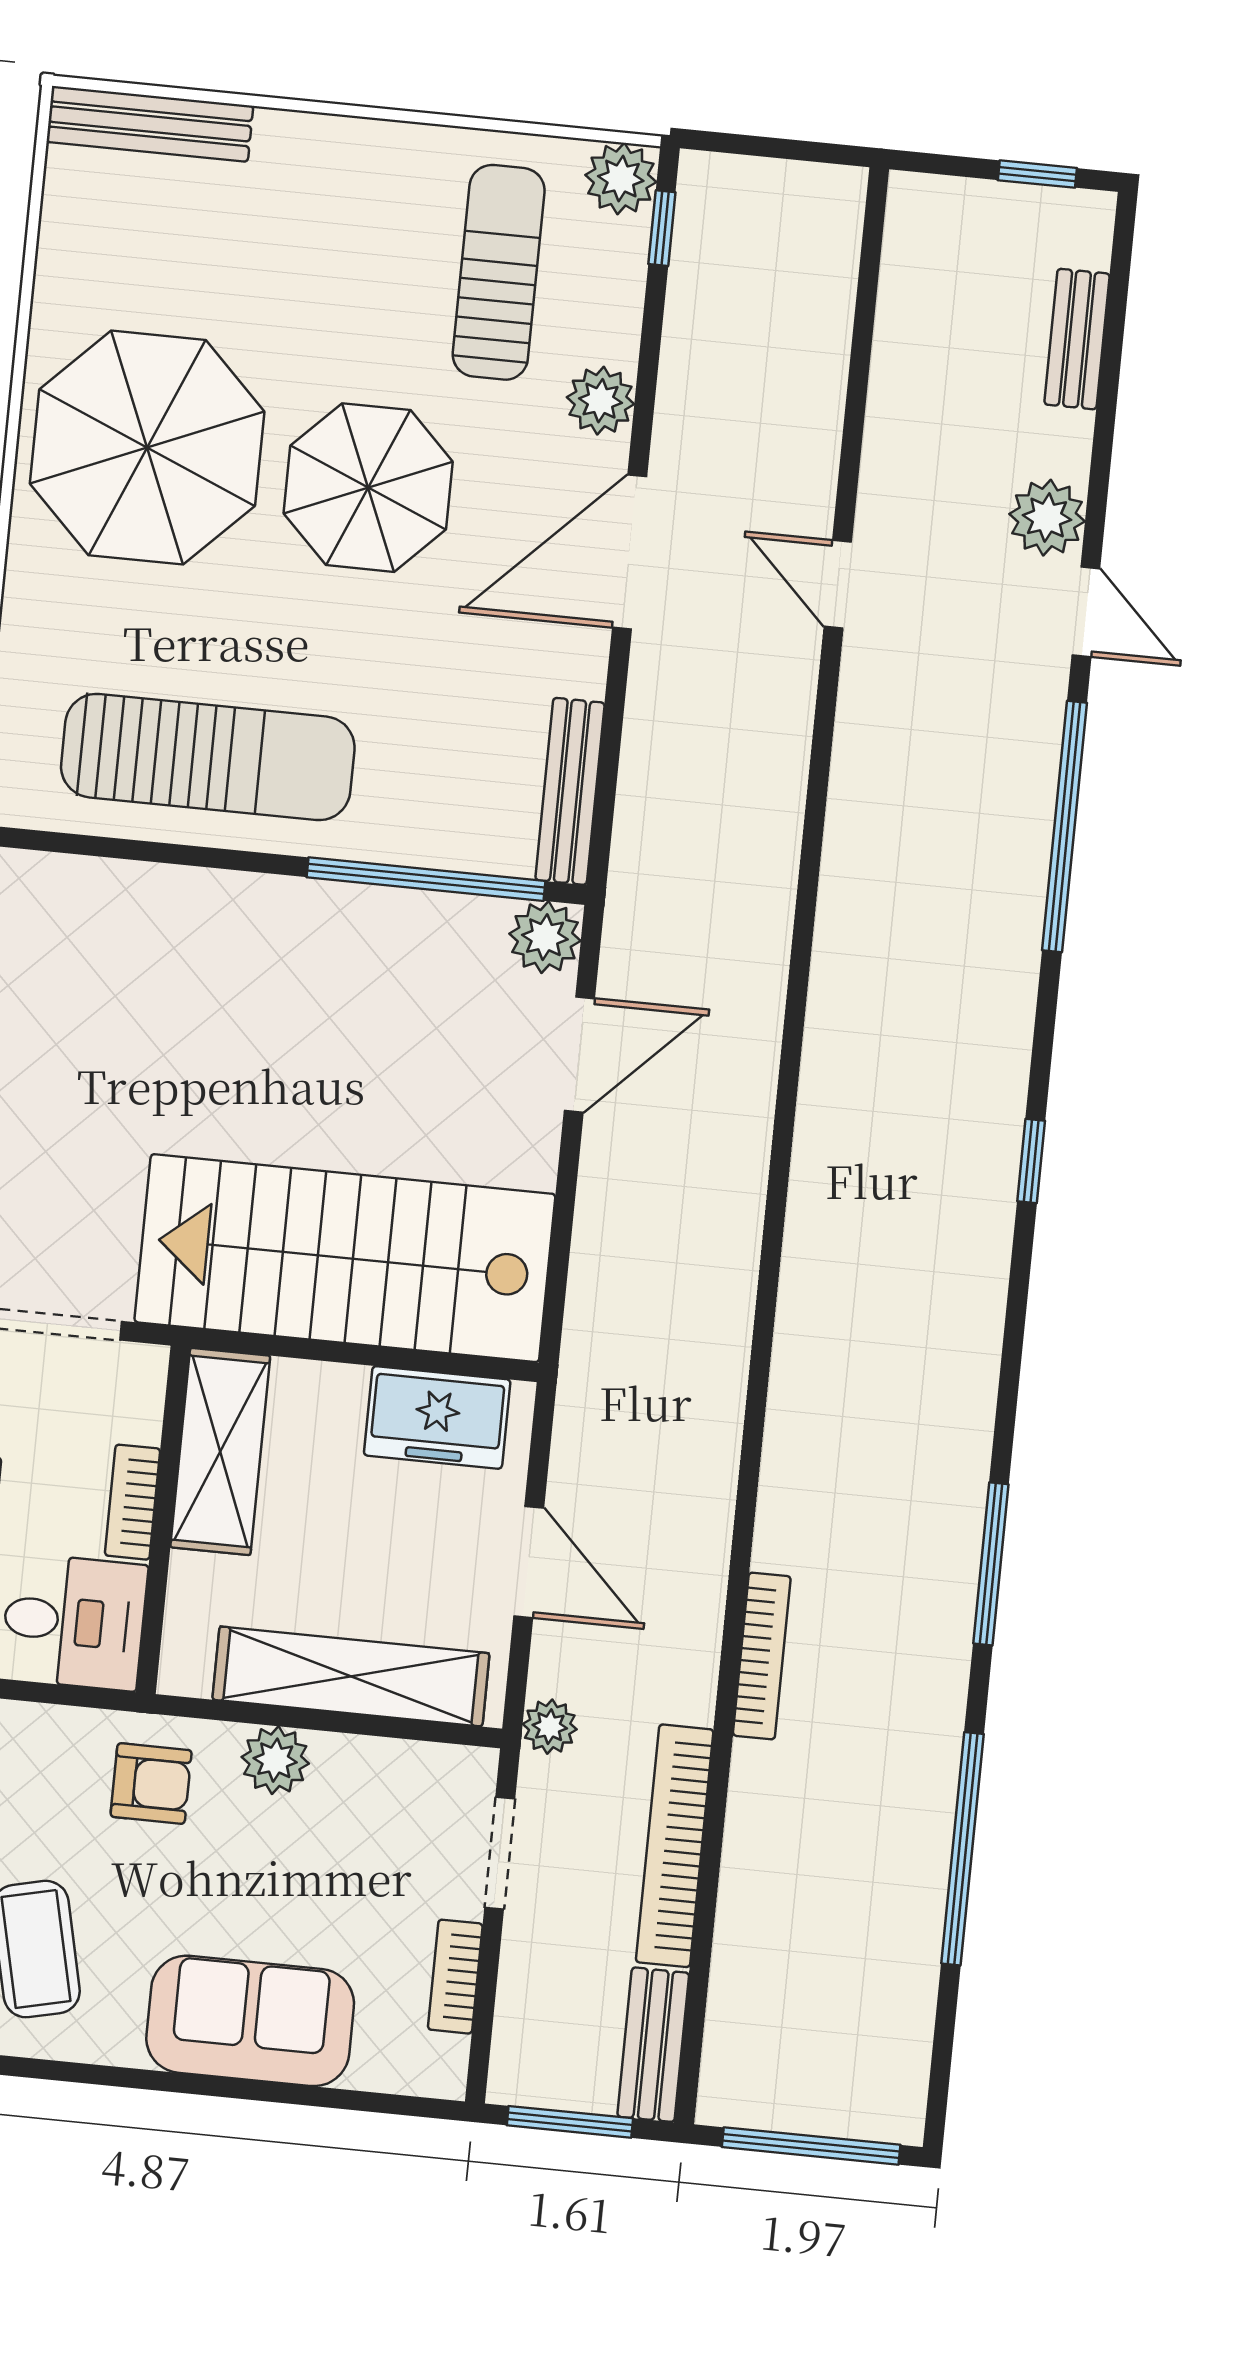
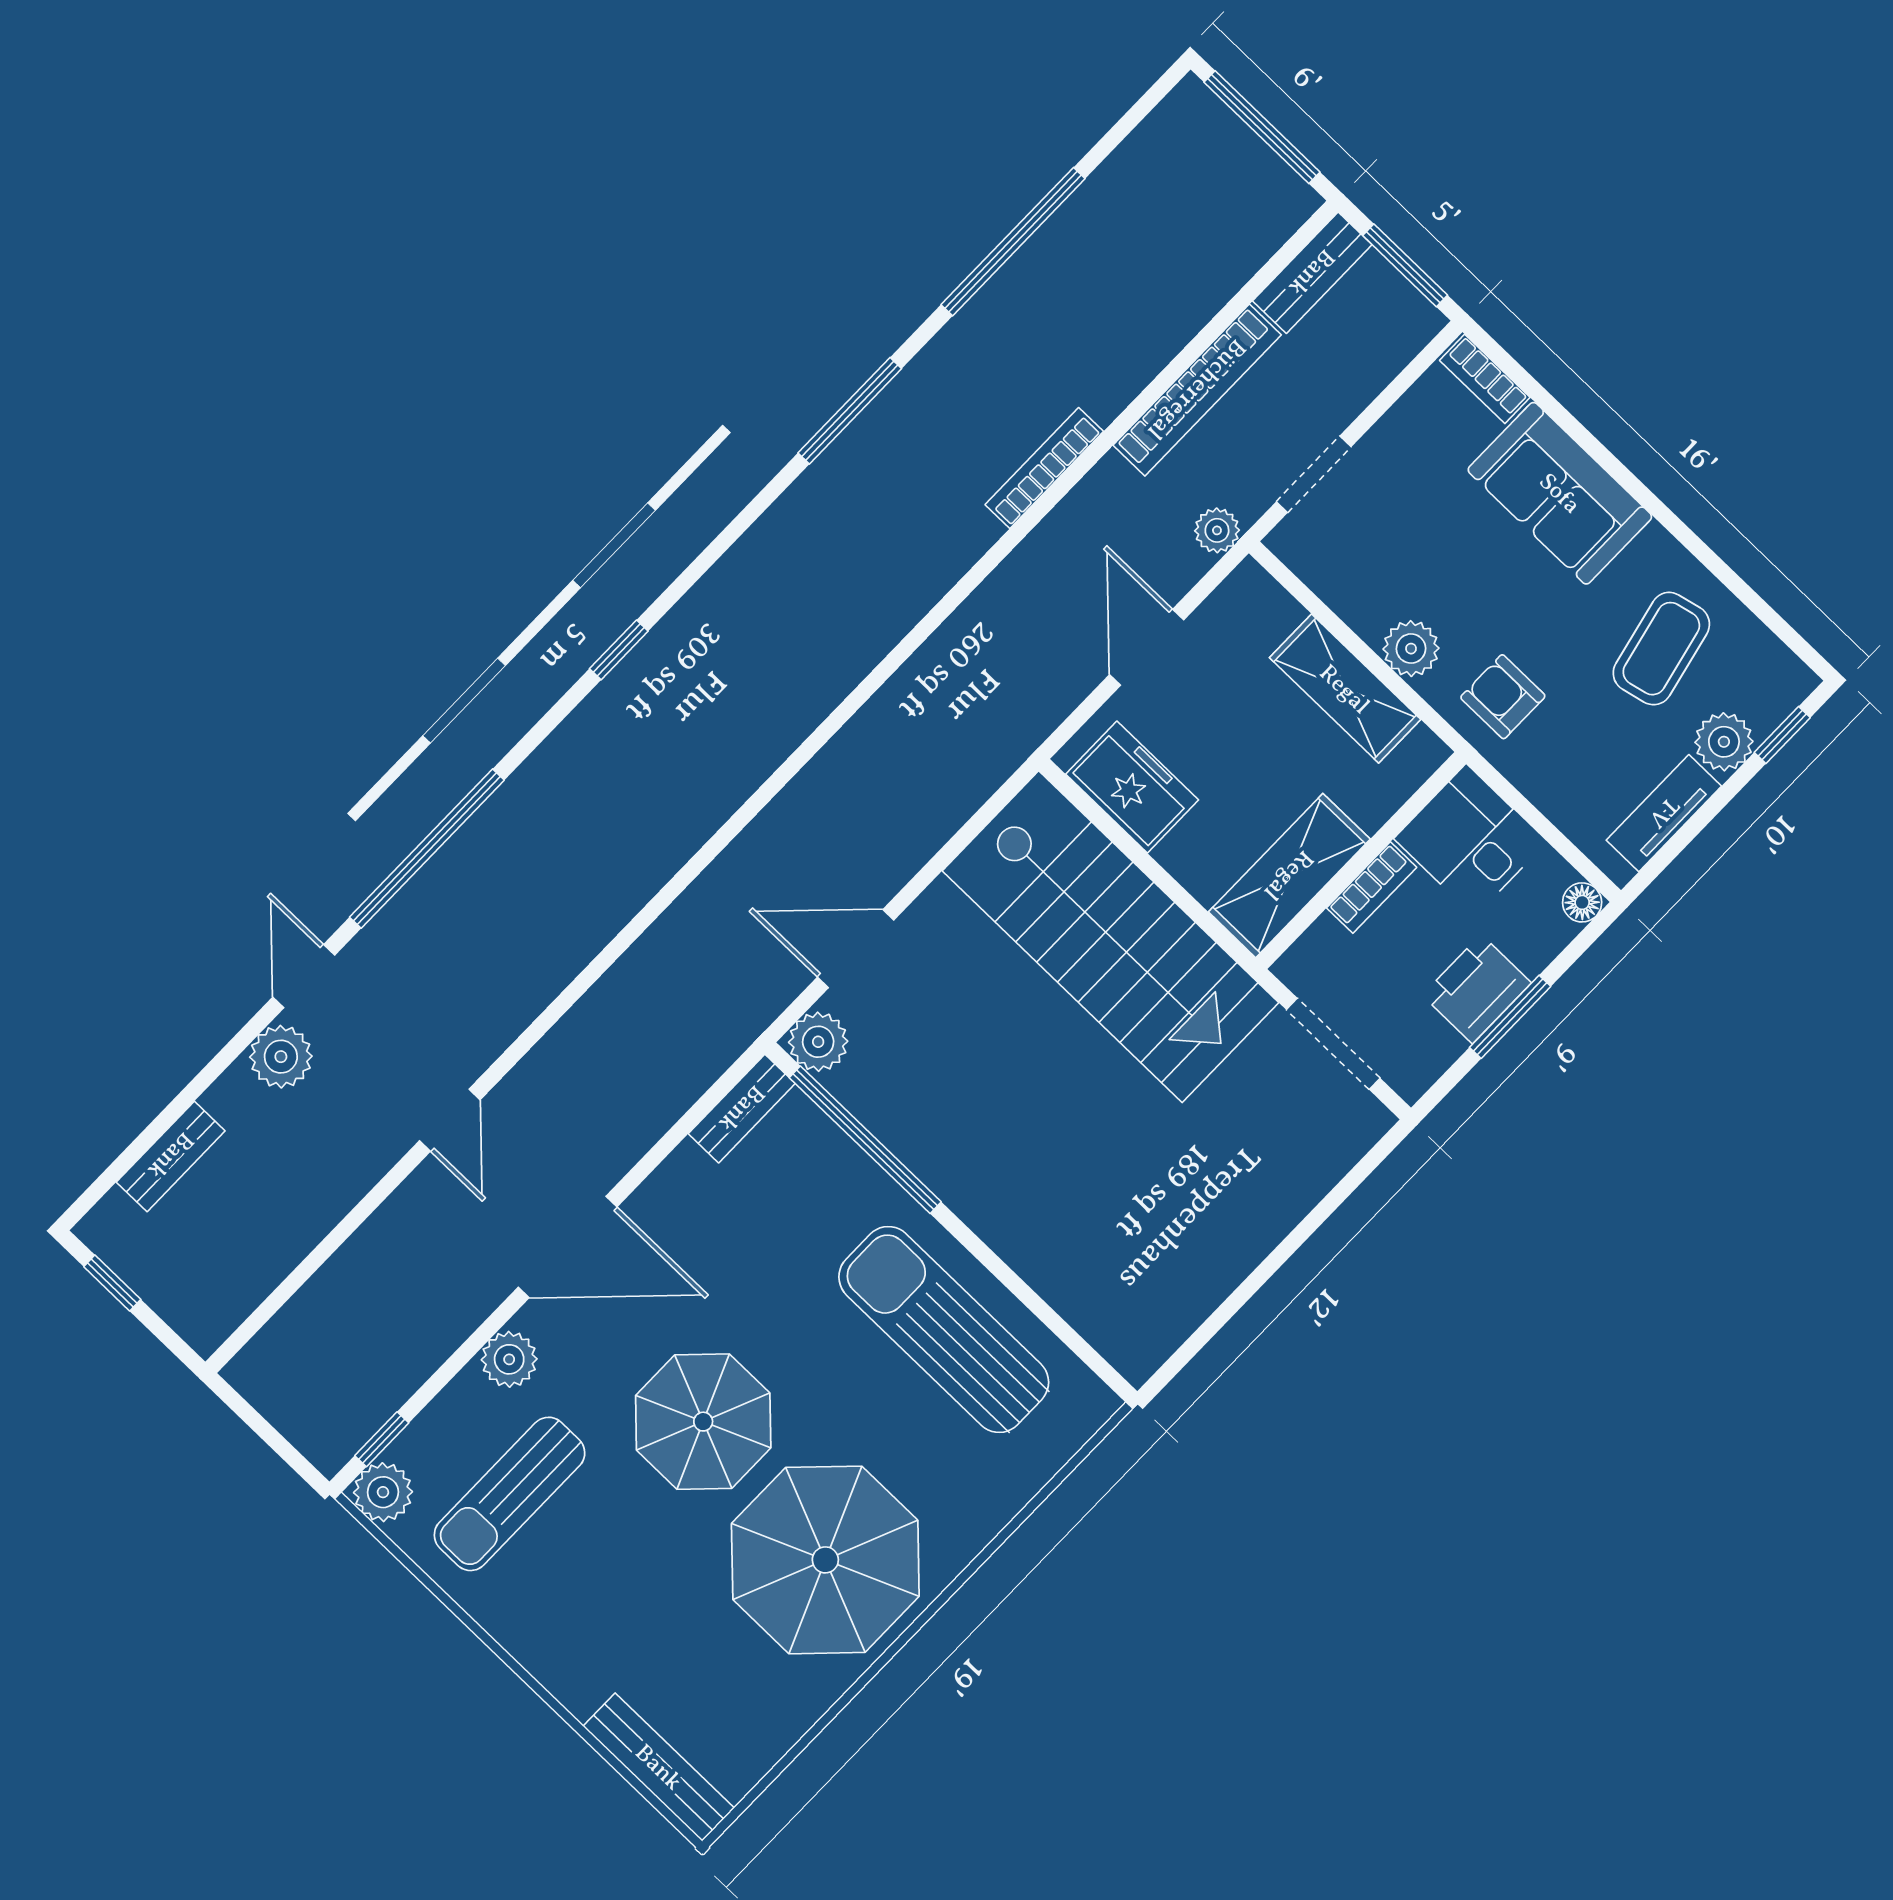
bench: (570, 791) -> (742, 1109), width x0.73
shelving: (351, 1676) -> (1345, 689), width x0.68
bookcase: (455, 1977) -> (1485, 379), moved, turned 90

